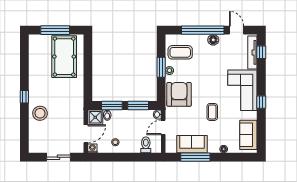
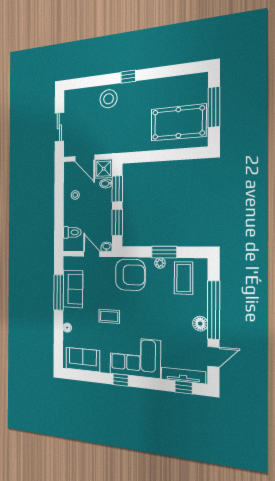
washing machine: (92, 148) -> (69, 167), removed

